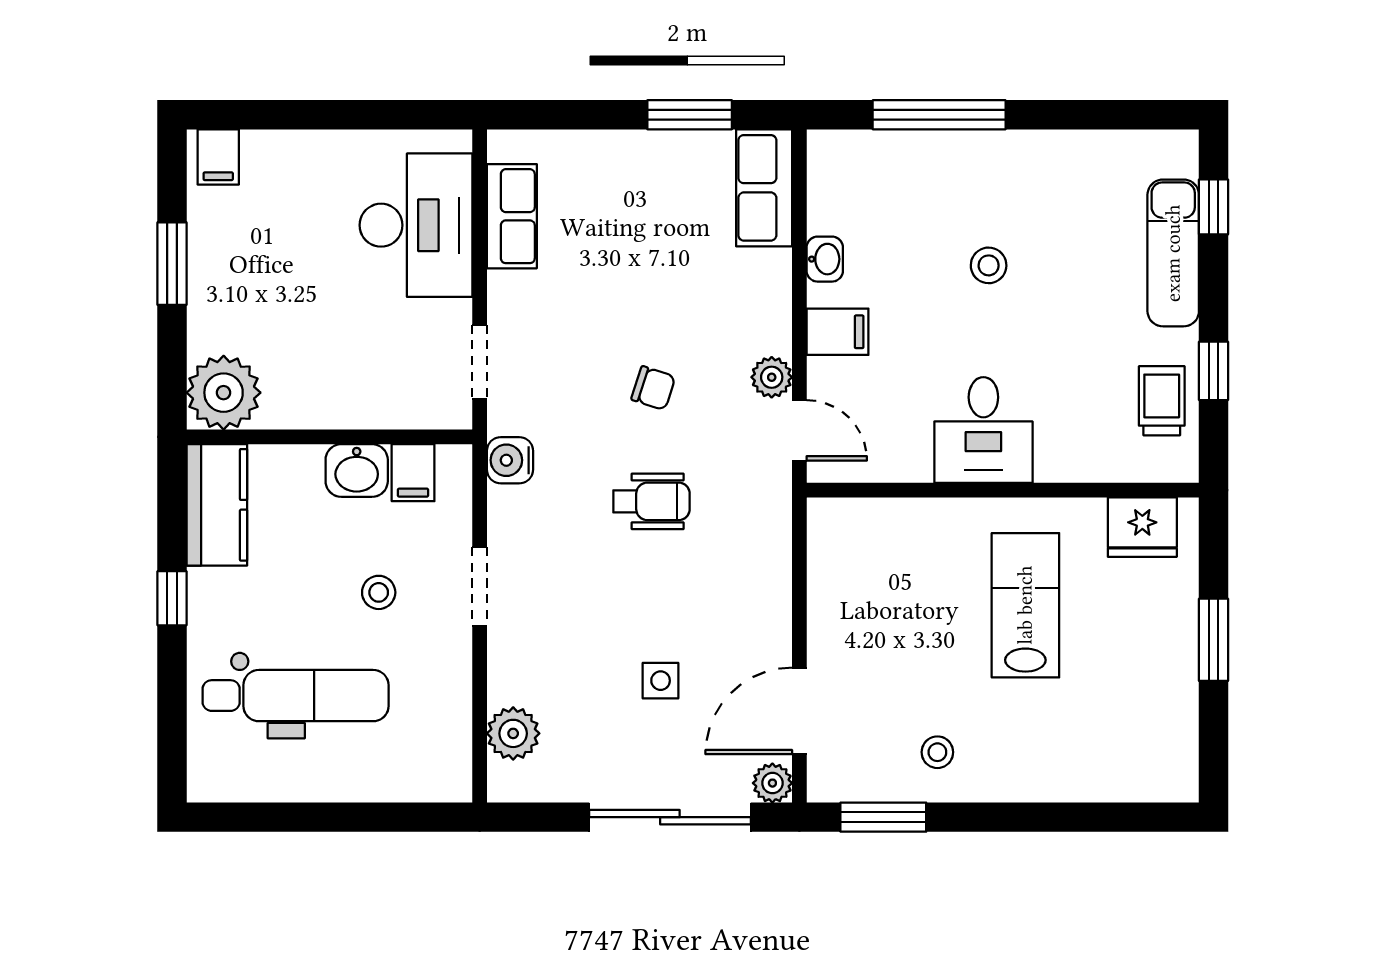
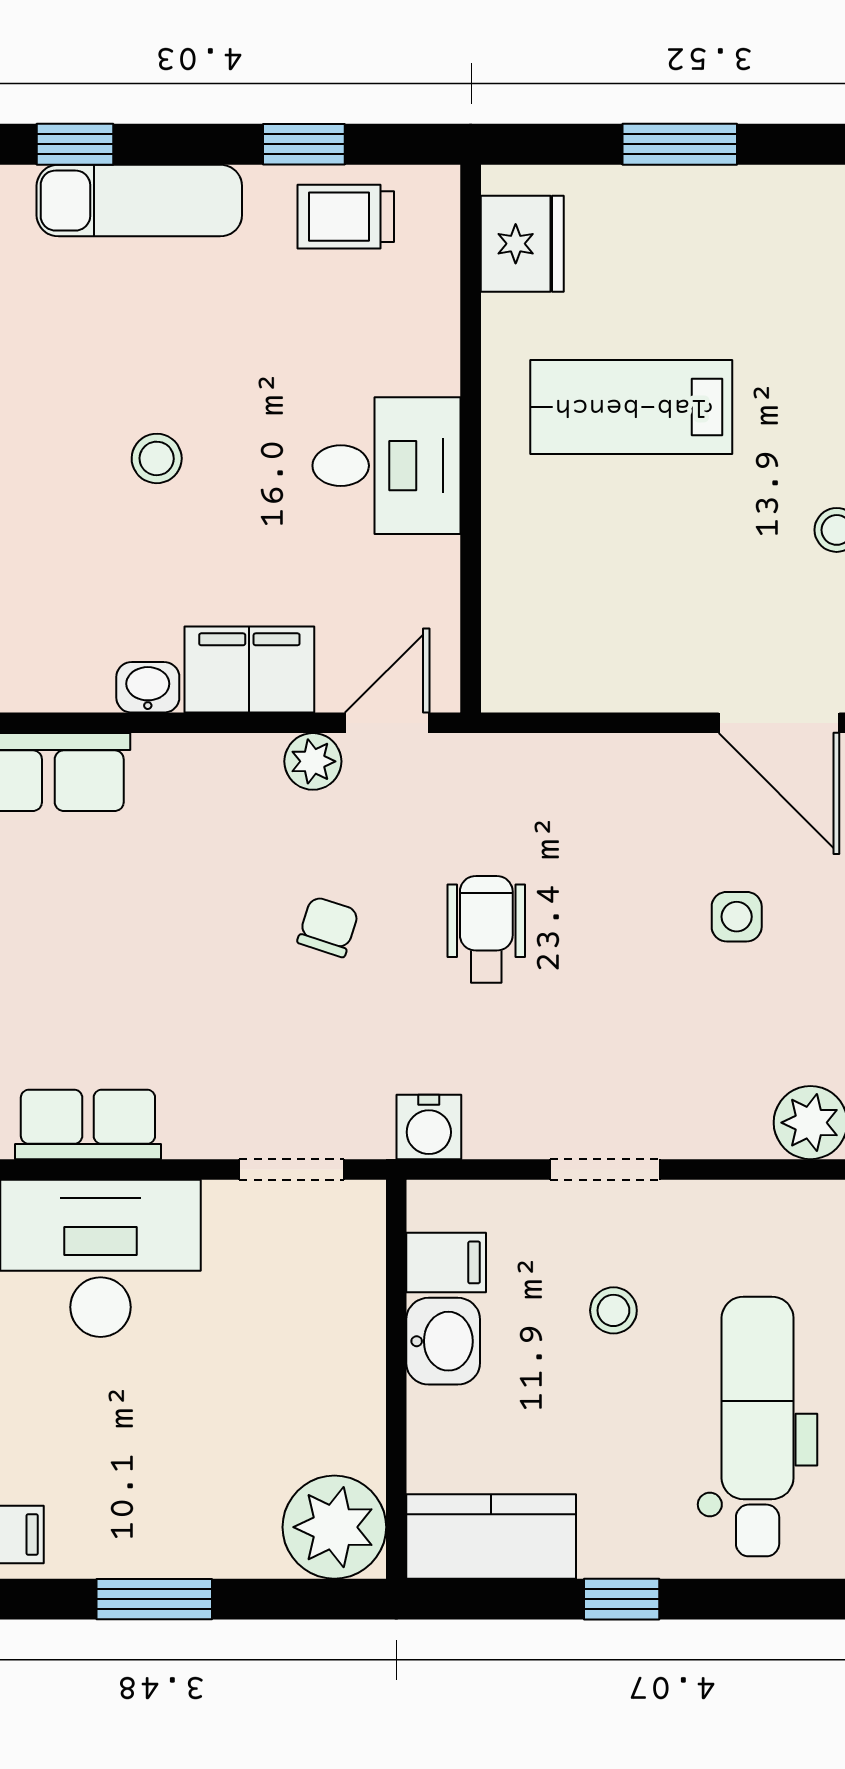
filing cabinet: (837, 332) -> (249, 670), width x2.00

